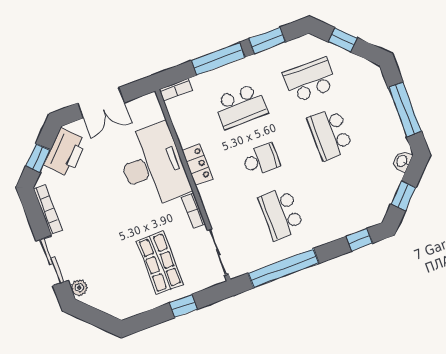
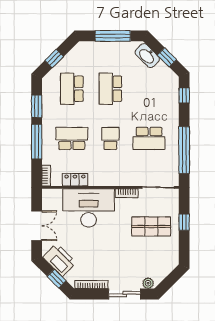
school desk: (241, 106) -> (72, 138), turned -90
school desk: (330, 134) -> (110, 89), turned 90
washbasin: (402, 161) -> (147, 56), width x1.91, depth x1.45
locker: (197, 164) -> (75, 180), moved

